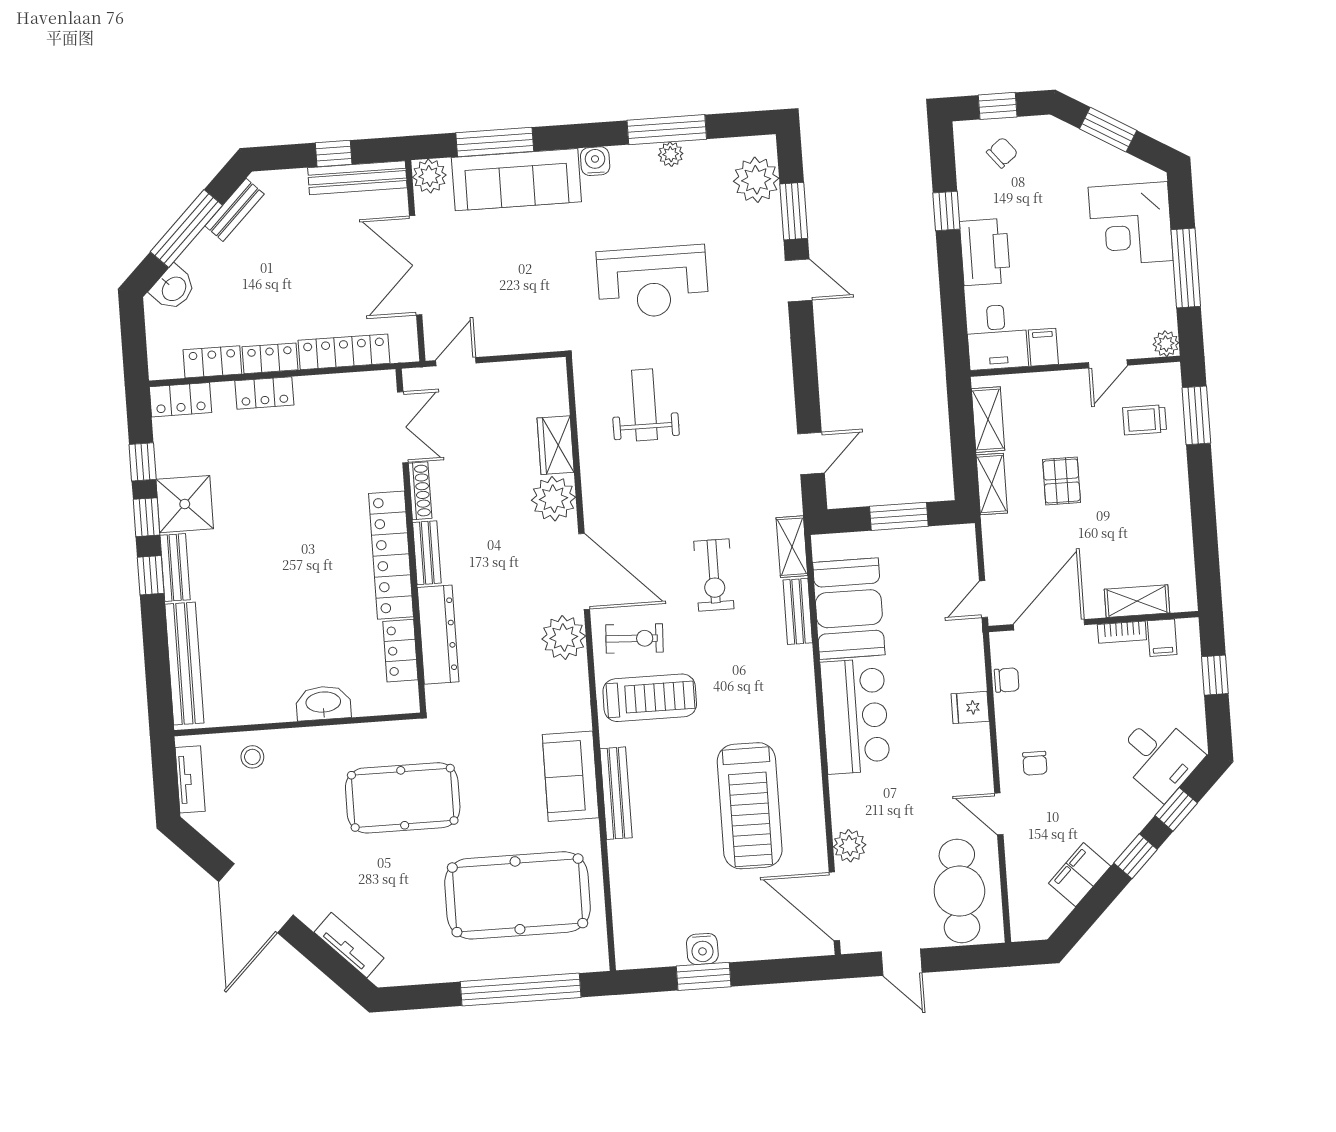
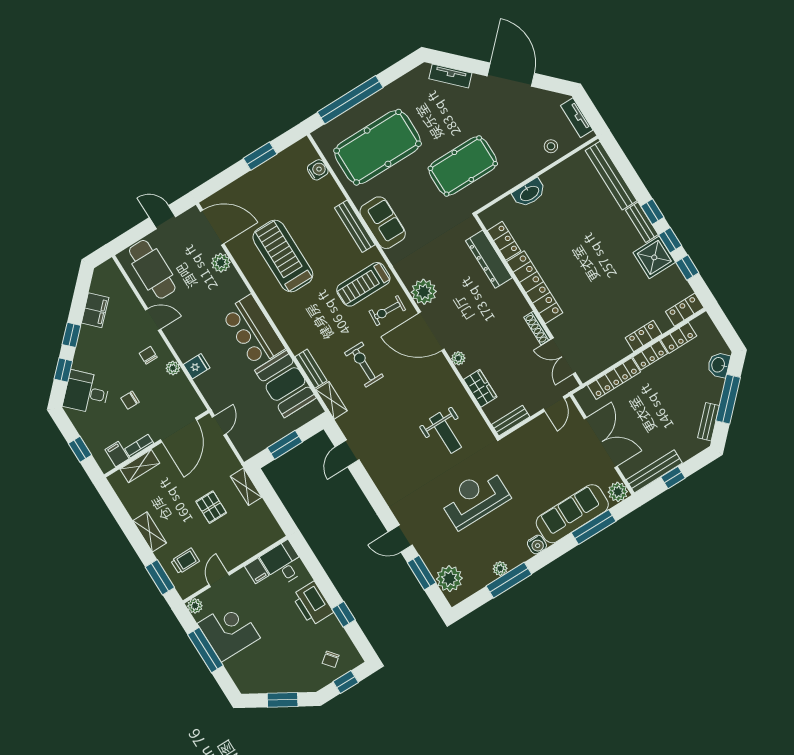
corner desk: (1131, 224) -> (229, 631), moved
shelving: (988, 420) -> (150, 532), moved
plant: (554, 499) -> (458, 358), width x0.53, depth x0.53
bench: (427, 553) -> (511, 421), moved, turned 90
chair: (1007, 680) -> (130, 400), moved
plant: (1008, 724) -> (173, 368), added
water cooler: (702, 949) -> (318, 170), moved, turned 90

